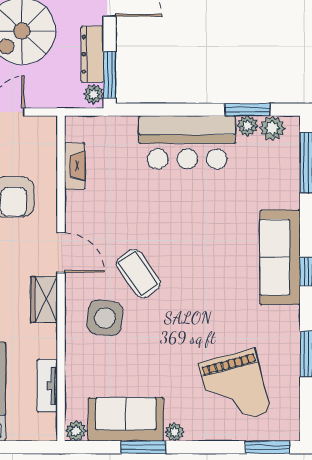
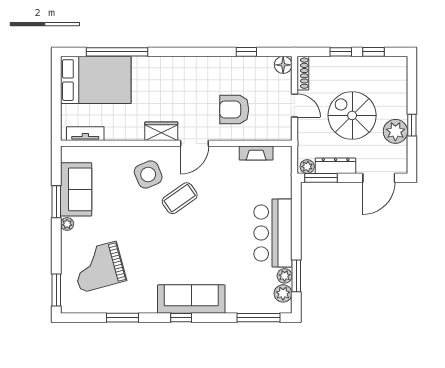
side table: (105, 318) -> (148, 174), turned -30
tv unit: (47, 386) -> (85, 134), moved
plant: (76, 431) -> (68, 154), removed

